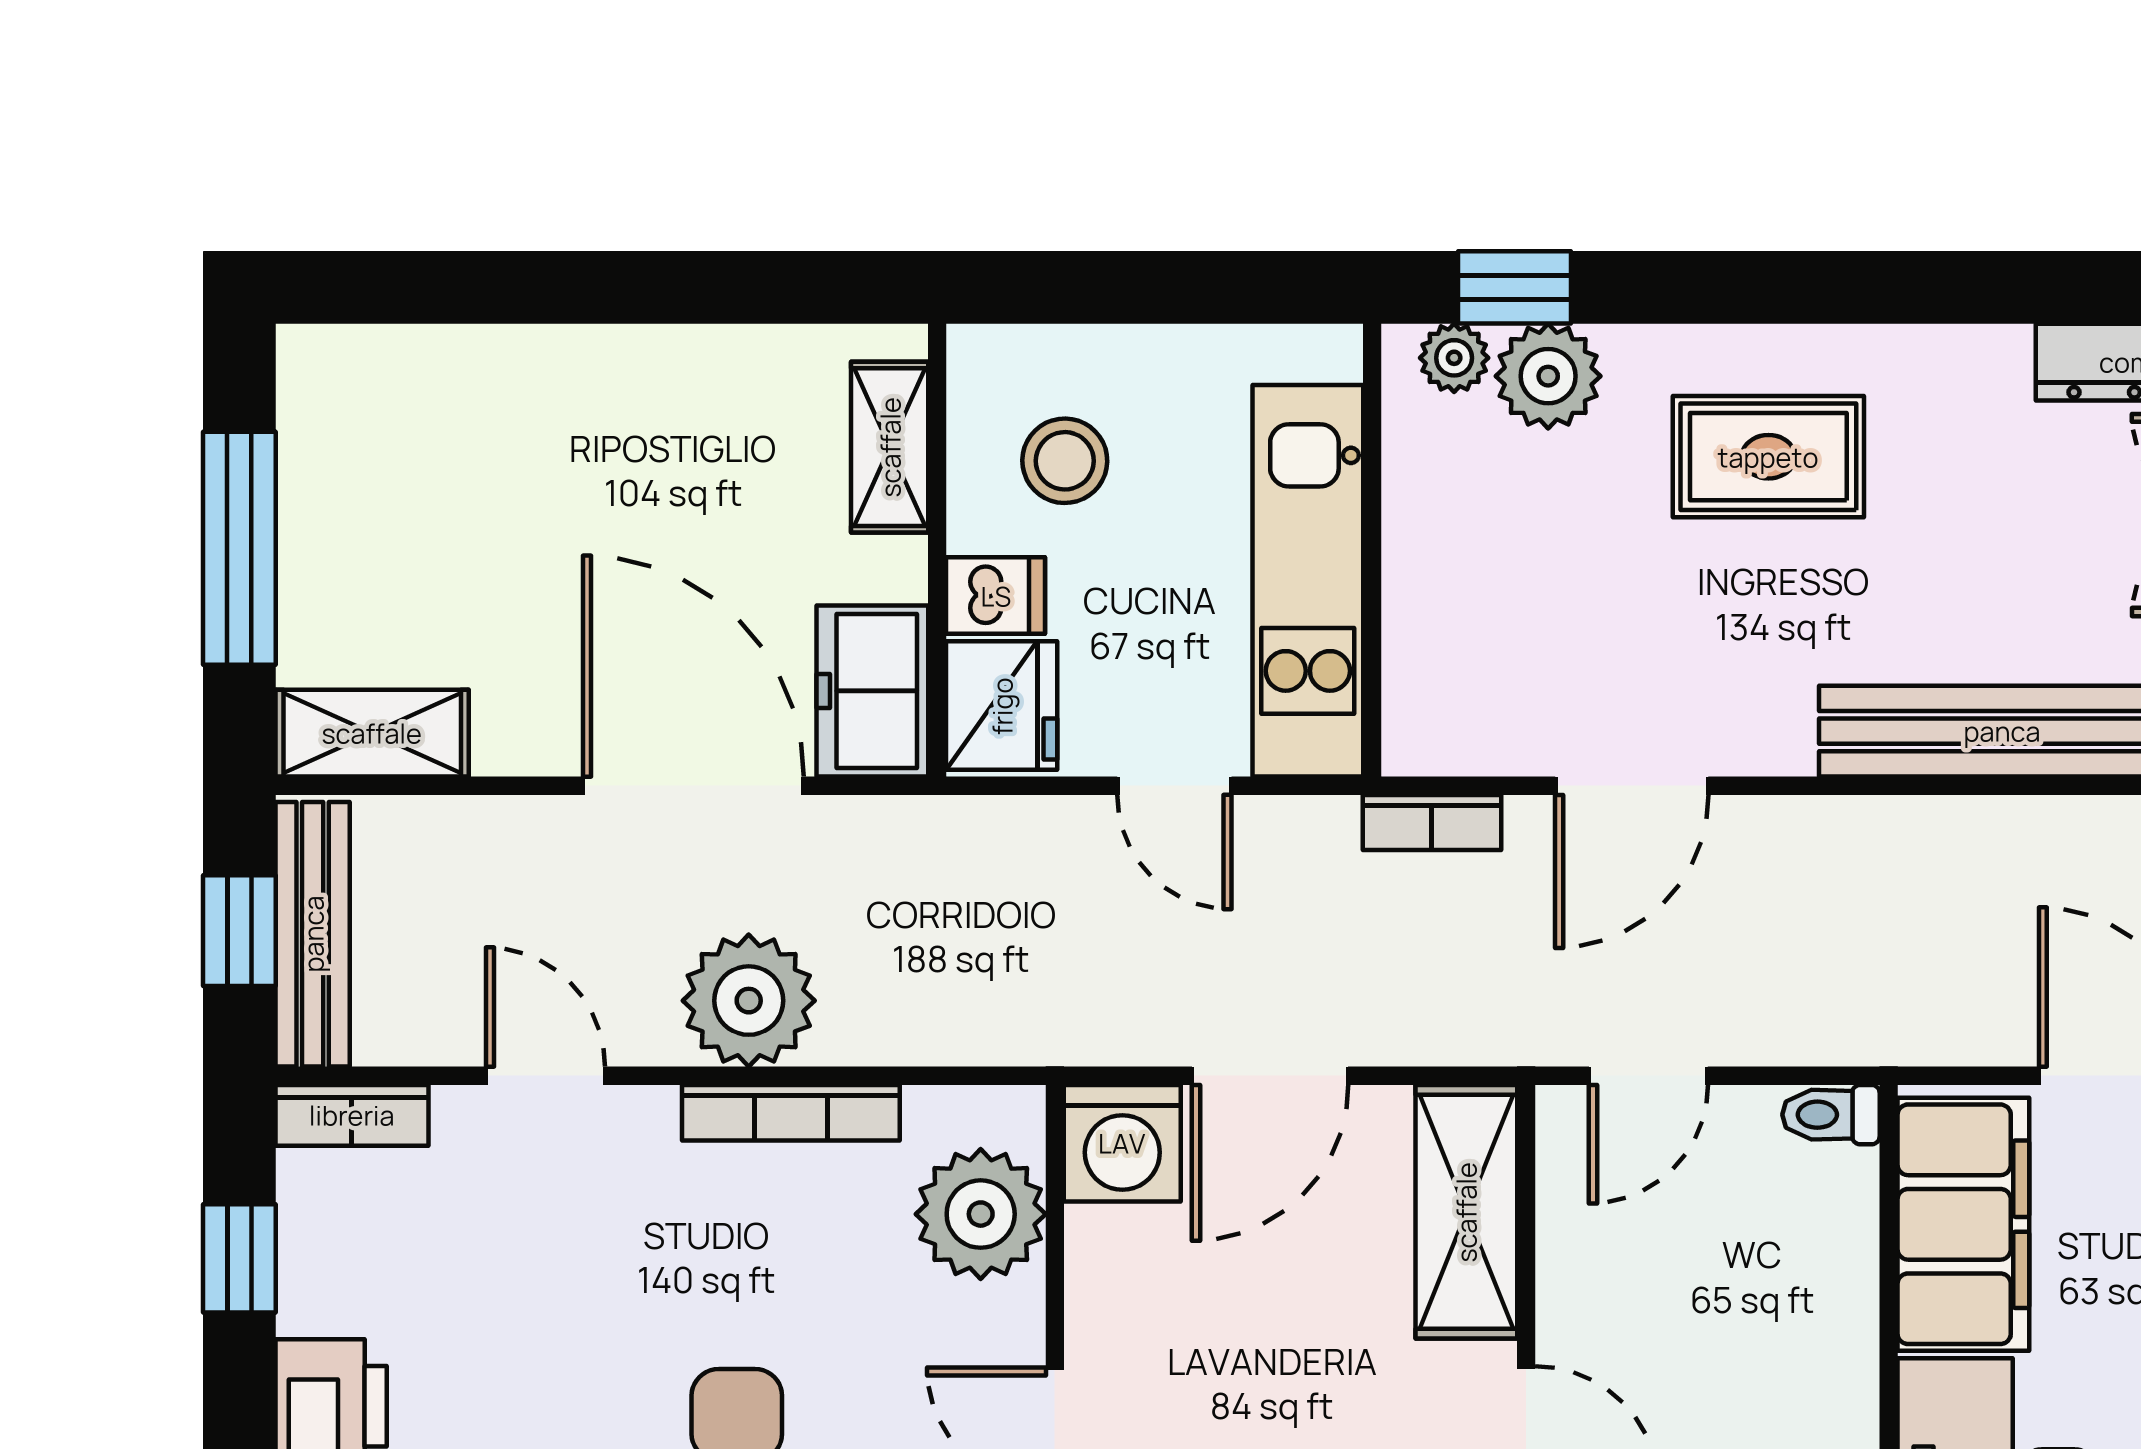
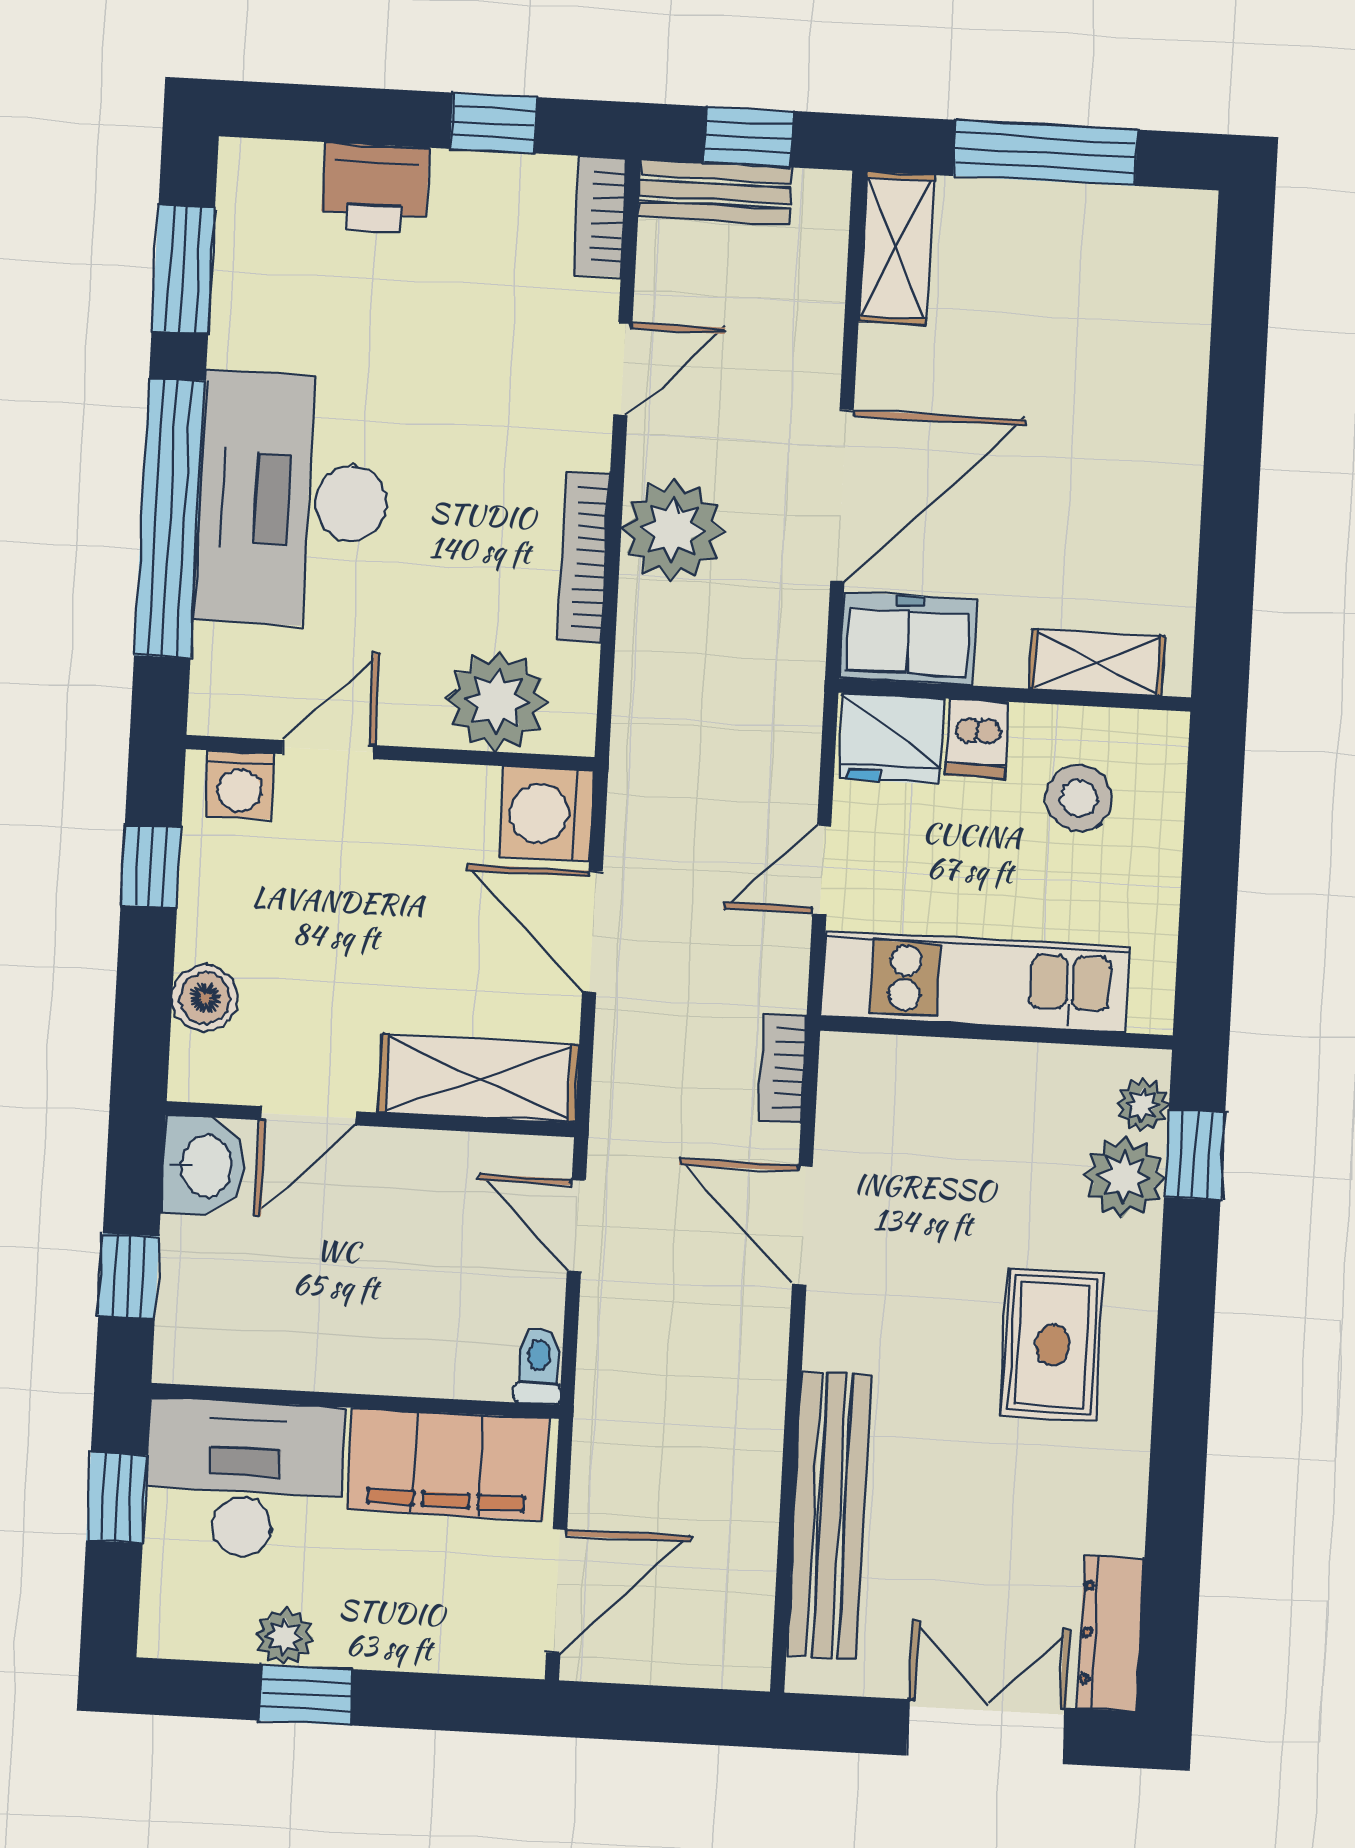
bench: (313, 934) -> (715, 192), width x0.73

